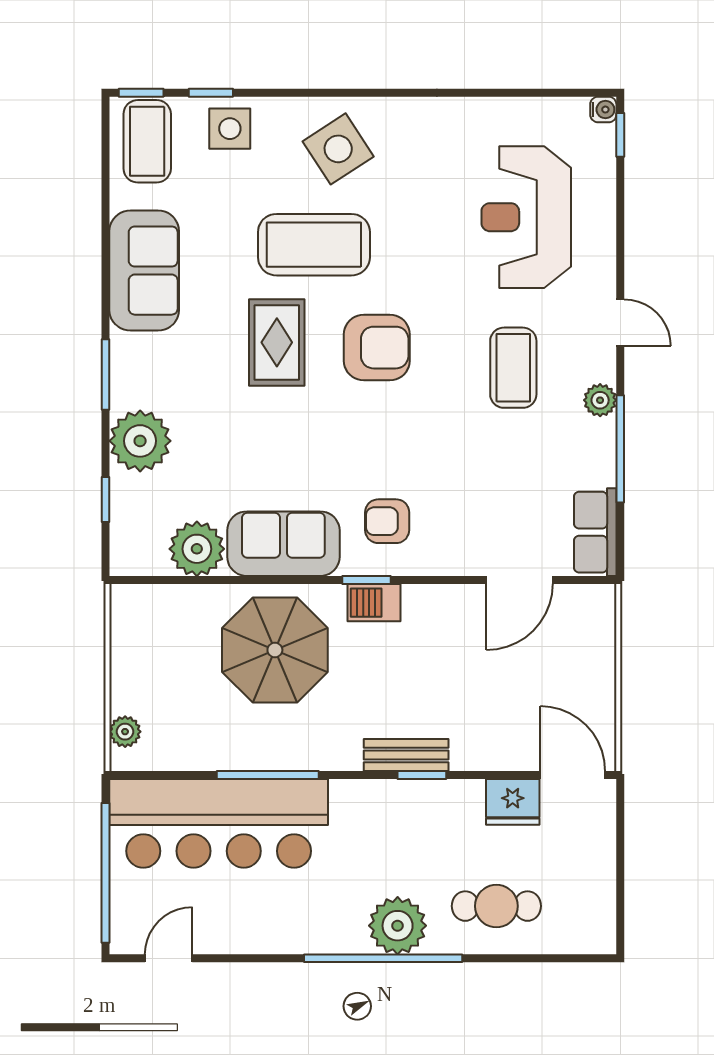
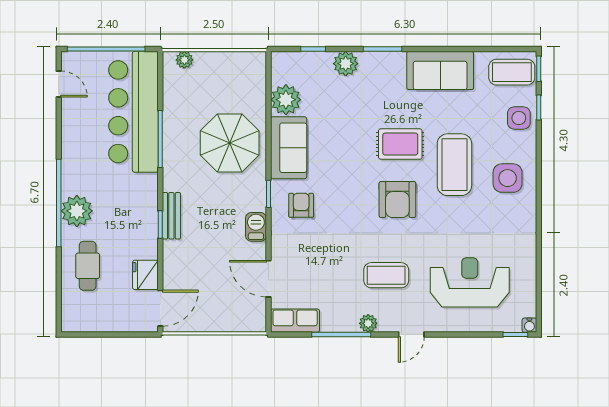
side table: (338, 149) -> (508, 178), turned 33
plant: (140, 441) -> (346, 64), width x0.73, depth x0.73
barbecue: (374, 603) -> (256, 227), moved

